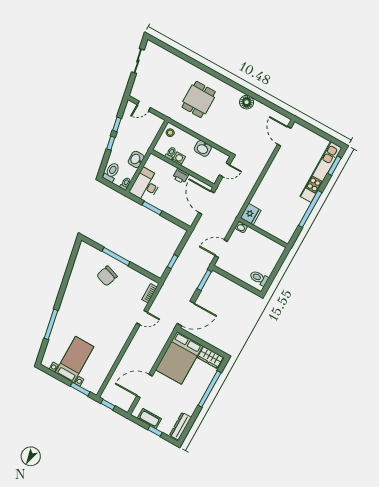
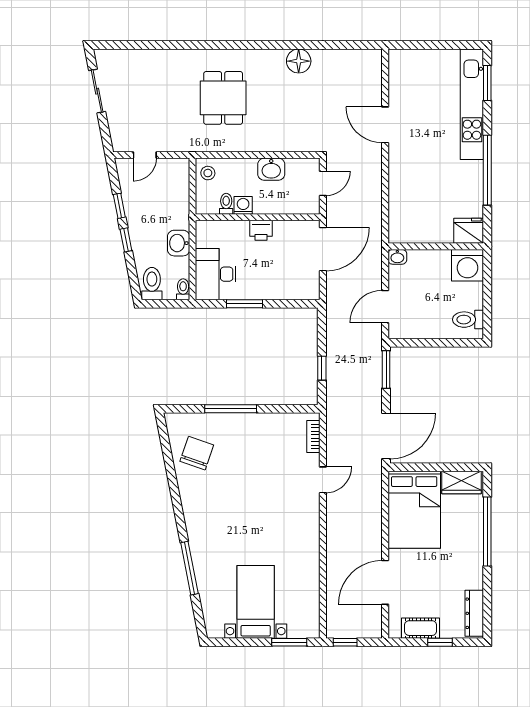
door: (284, 136) -> (385, 125), moved
door: (206, 203) -> (323, 249), swing flipped
fridge: (251, 214) -> (469, 231), moved, turned -90
washing machine: (274, 251) -> (467, 265), added
chair: (107, 276) -> (197, 453), moved, turned 180

